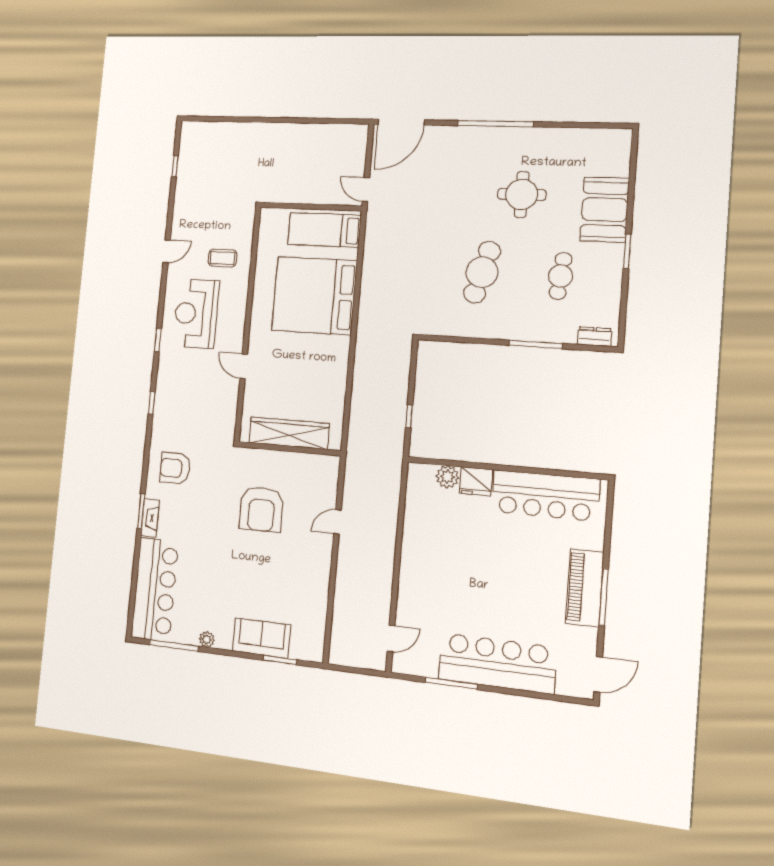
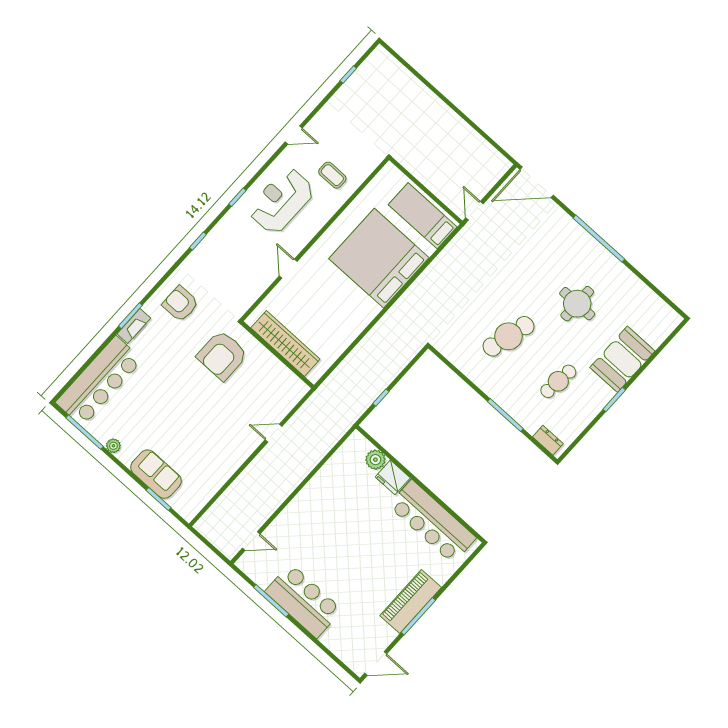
armchair: (261, 509) -> (222, 355), moved
bar counter: (497, 663) -> (304, 601), width x0.73

